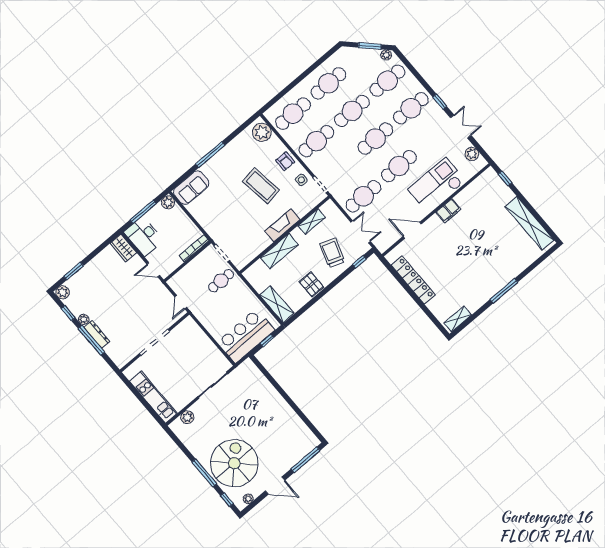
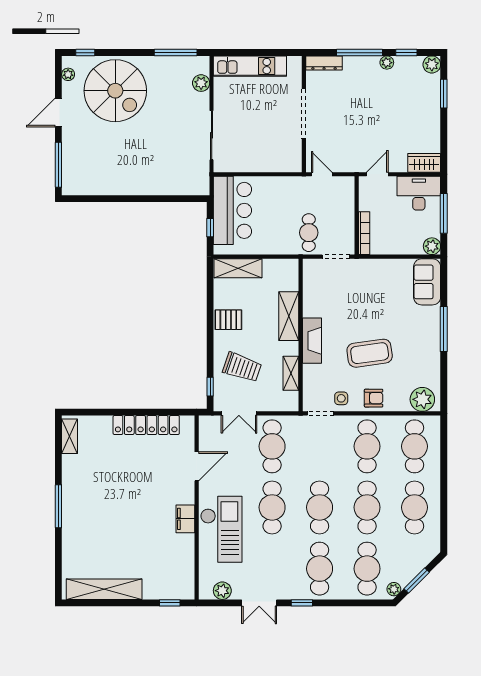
armchair: (285, 161) -> (374, 398), turned 180
dresser: (97, 335) -> (324, 63), moved
window: (204, 473) -> (176, 53), moved

